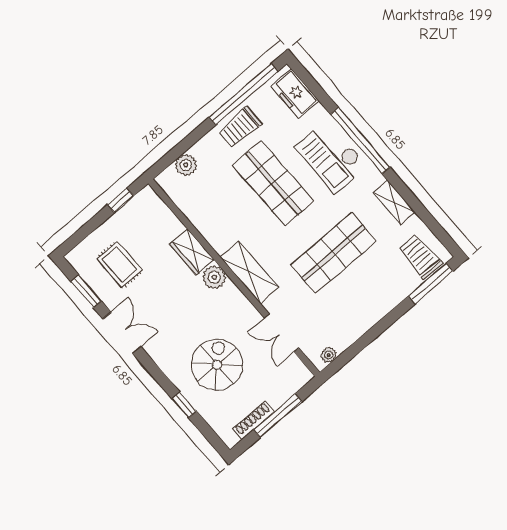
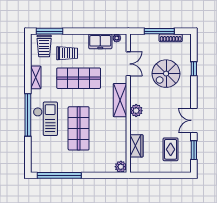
freezer: (295, 94) -> (100, 41), moved, turned 90
trolley: (240, 127) -> (67, 53), moved
plant: (186, 165) -> (121, 167), moved
window: (121, 200) -> (147, 175), removed
wardrobe: (192, 252) -> (136, 146), moved

